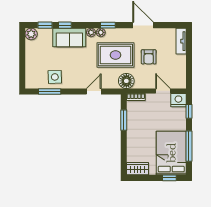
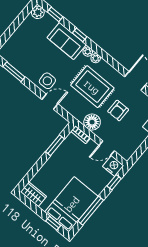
window: (65, 25) -> (80, 35), moved
window: (108, 25) -> (106, 57), removed
side table: (55, 77) -> (47, 81), moved
floor lamp: (126, 81) -> (92, 122), moved
door: (163, 91) -> (107, 148), swing flipped

